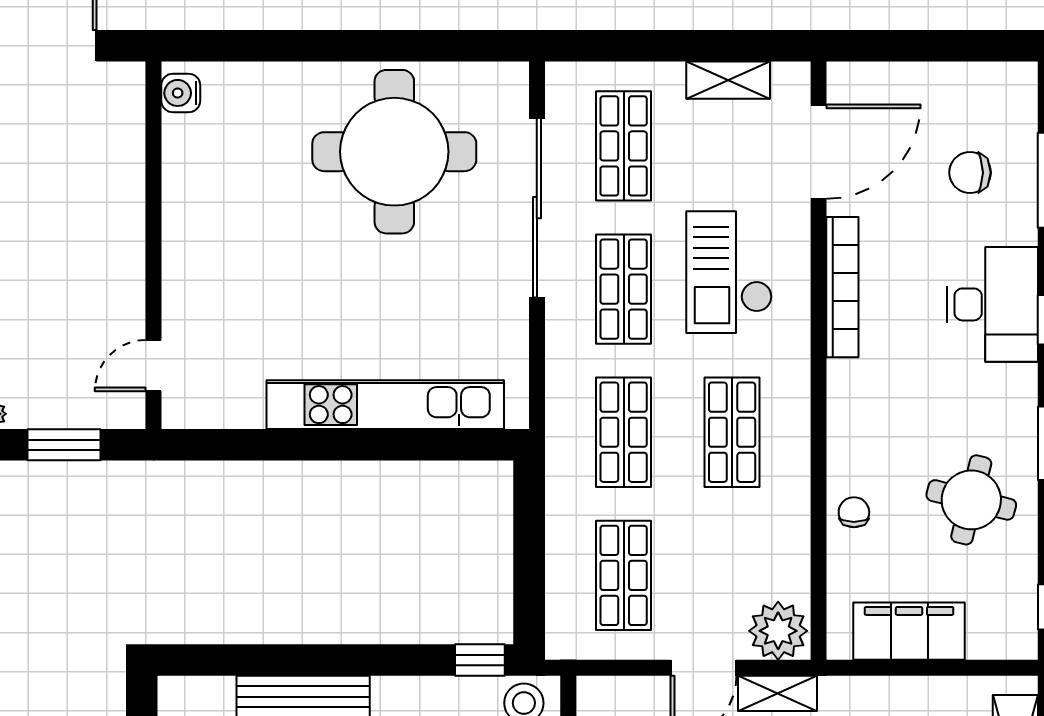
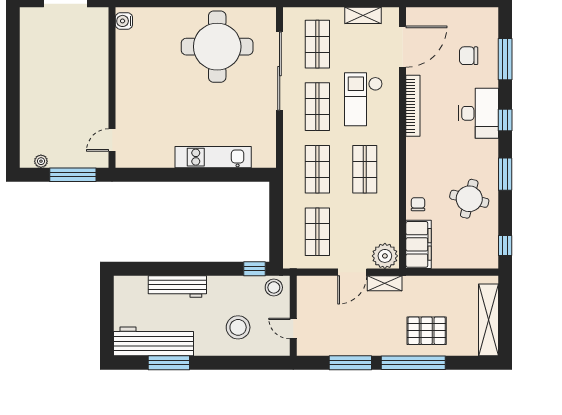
kitchen unit: (385, 405) -> (213, 157), width x0.73
window: (64, 445) -> (73, 175), width x1.44
filing cabinet: (909, 631) -> (419, 244), moved, turned 90

